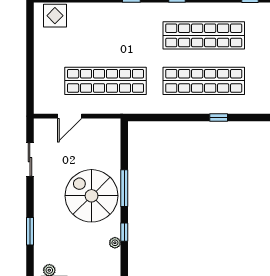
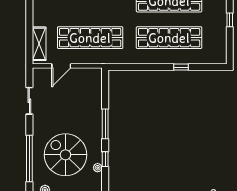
shelving: (42, 89) -> (39, 44), added
spiral stairs: (92, 196) -> (65, 155), moved
window: (30, 231) -> (29, 158), width x2.11

